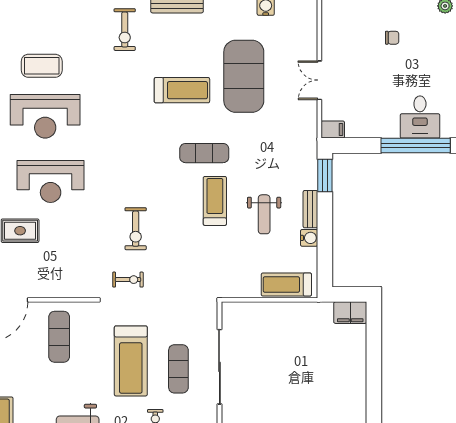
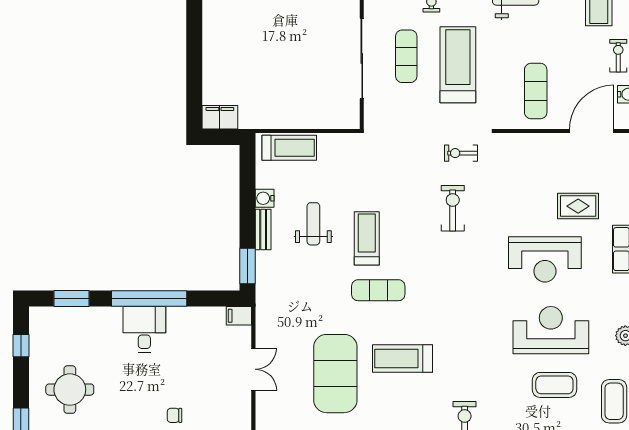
reception desk: (51, 182) -> (545, 259), turned 180
treadmill: (215, 201) -> (367, 238), turned 180

